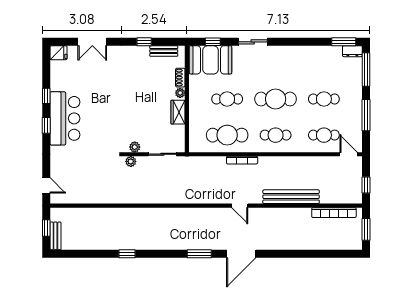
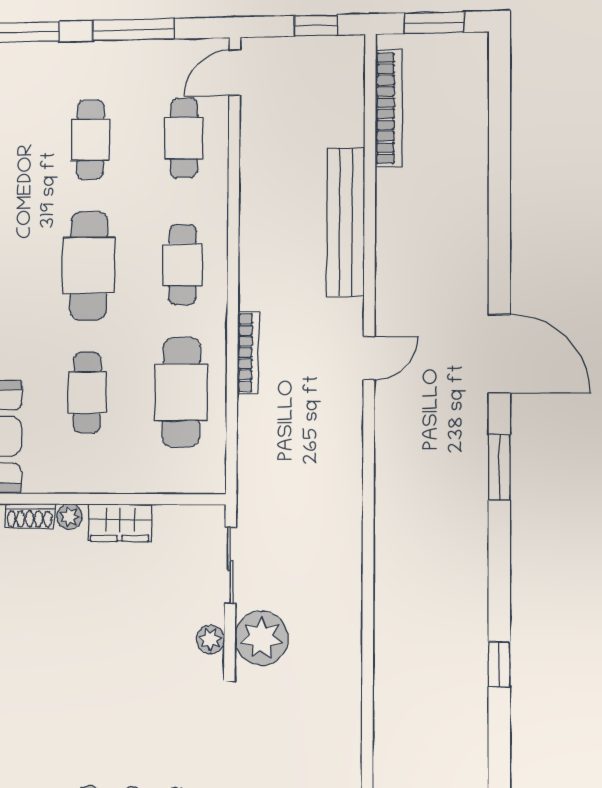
plant: (131, 161) -> (261, 638), width x1.87, depth x1.87

